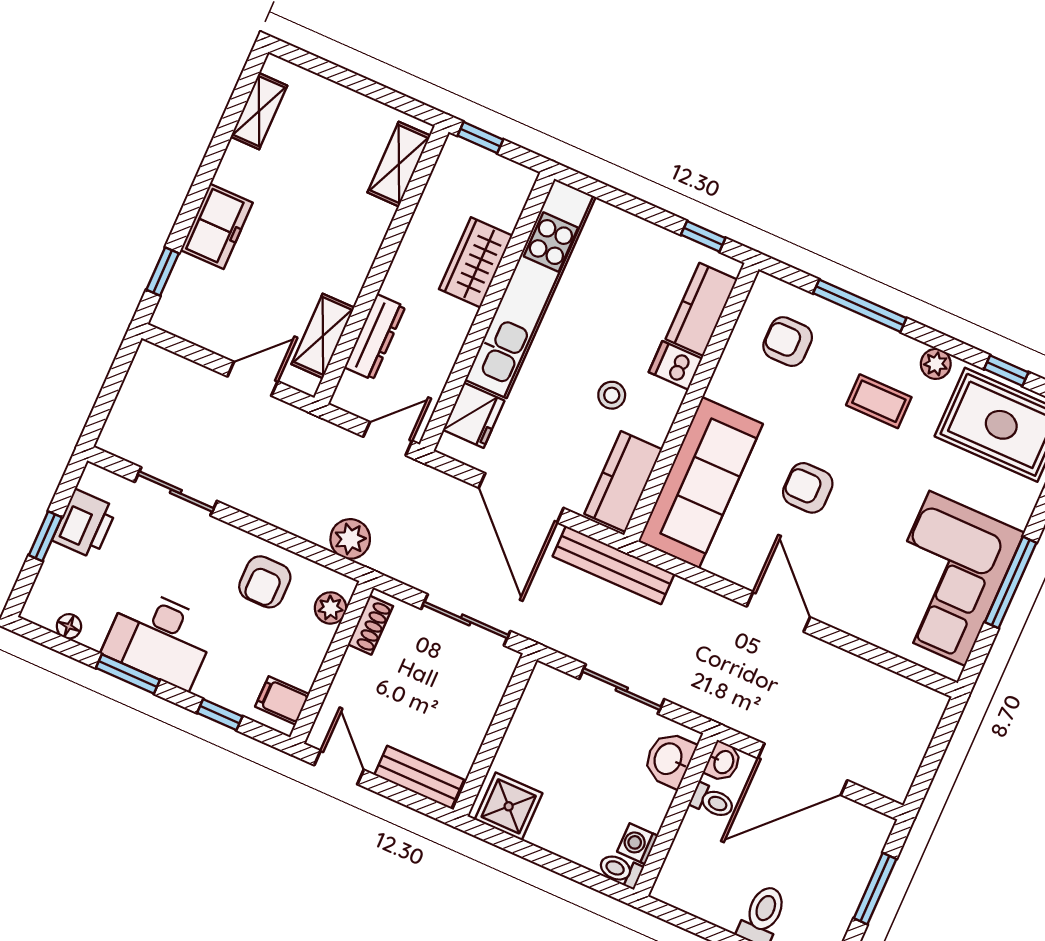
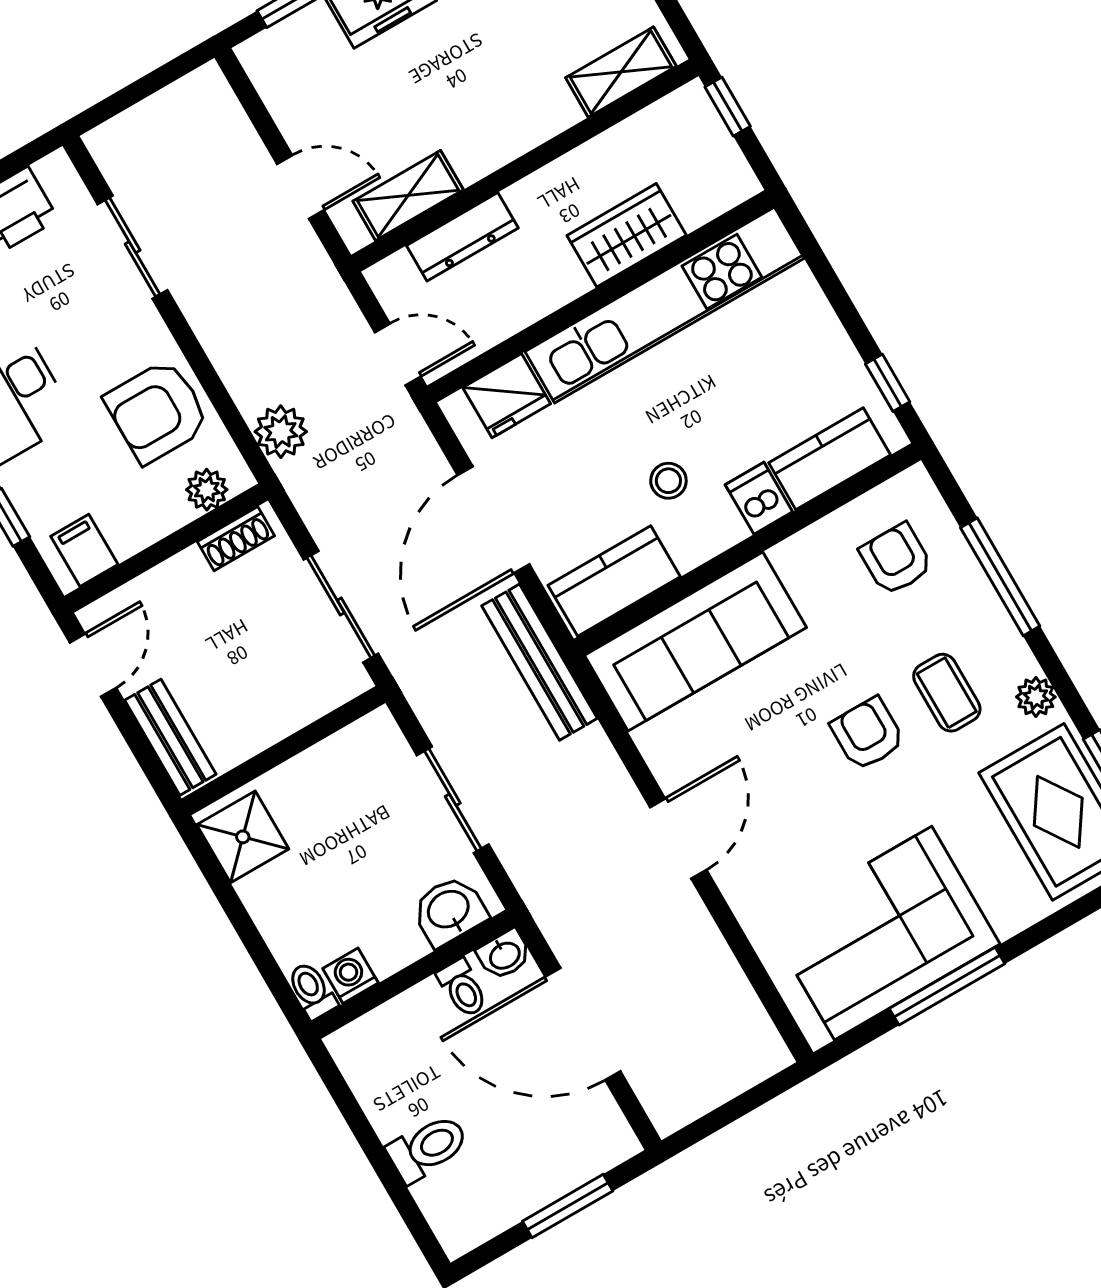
armchair: (808, 488) -> (868, 734), moved
armchair: (265, 582) -> (157, 411), width x1.38, depth x1.38

